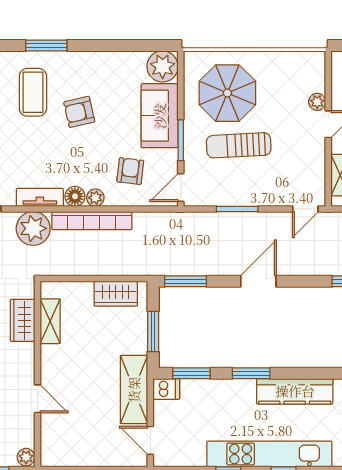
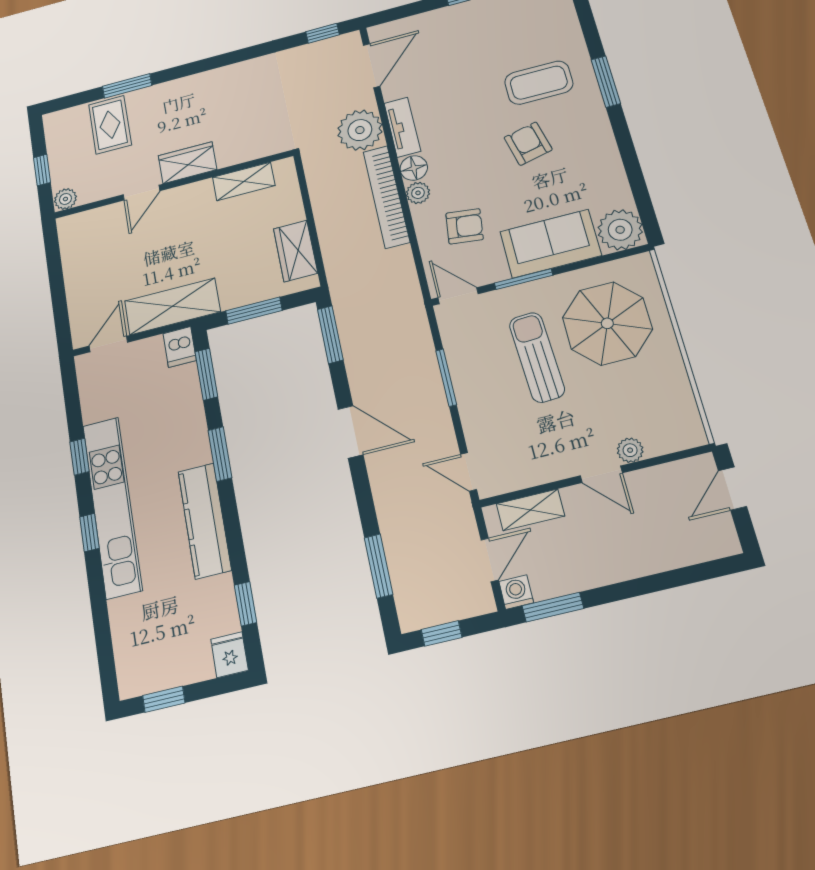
wardrobe: (23, 320) -> (187, 163), moved

